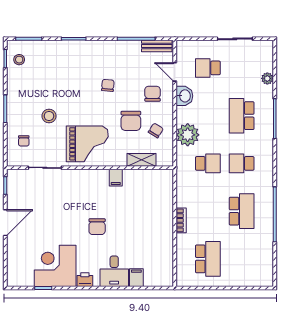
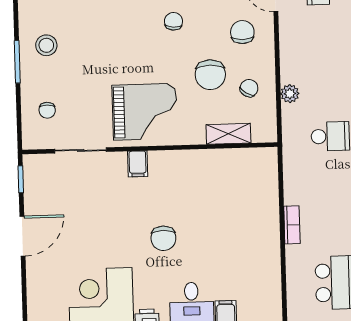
washbasin: (184, 96) -> (291, 34), removed
stool: (49, 116) -> (46, 45), moved
plant: (188, 135) -> (290, 94), width x0.53, depth x0.53
filing cabinet: (116, 178) -> (138, 164), moved

